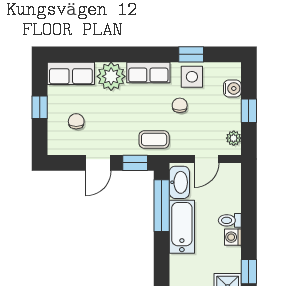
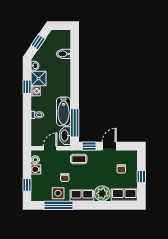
window: (191, 54) -> (58, 205), width x2.17
water cooler: (232, 88) -> (36, 169), moved
window: (249, 111) -> (27, 185), moved
washing machine: (233, 237) -> (36, 91), moved

